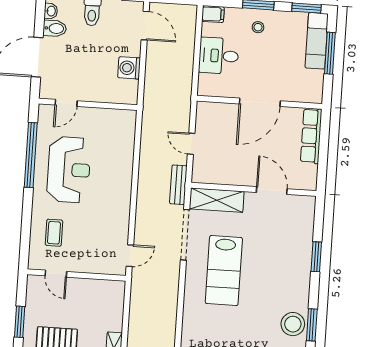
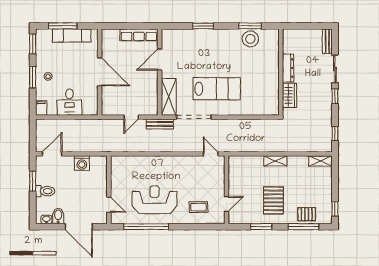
exam couch: (317, 41) -> (72, 35), moved
row of seats: (311, 136) -> (139, 35), moved

